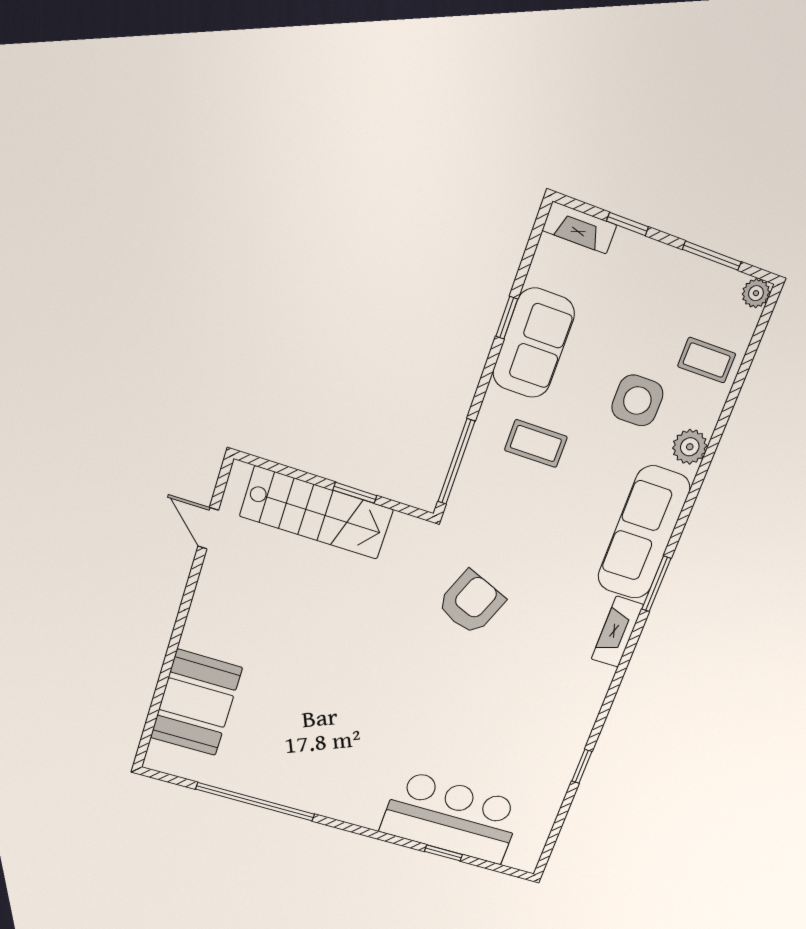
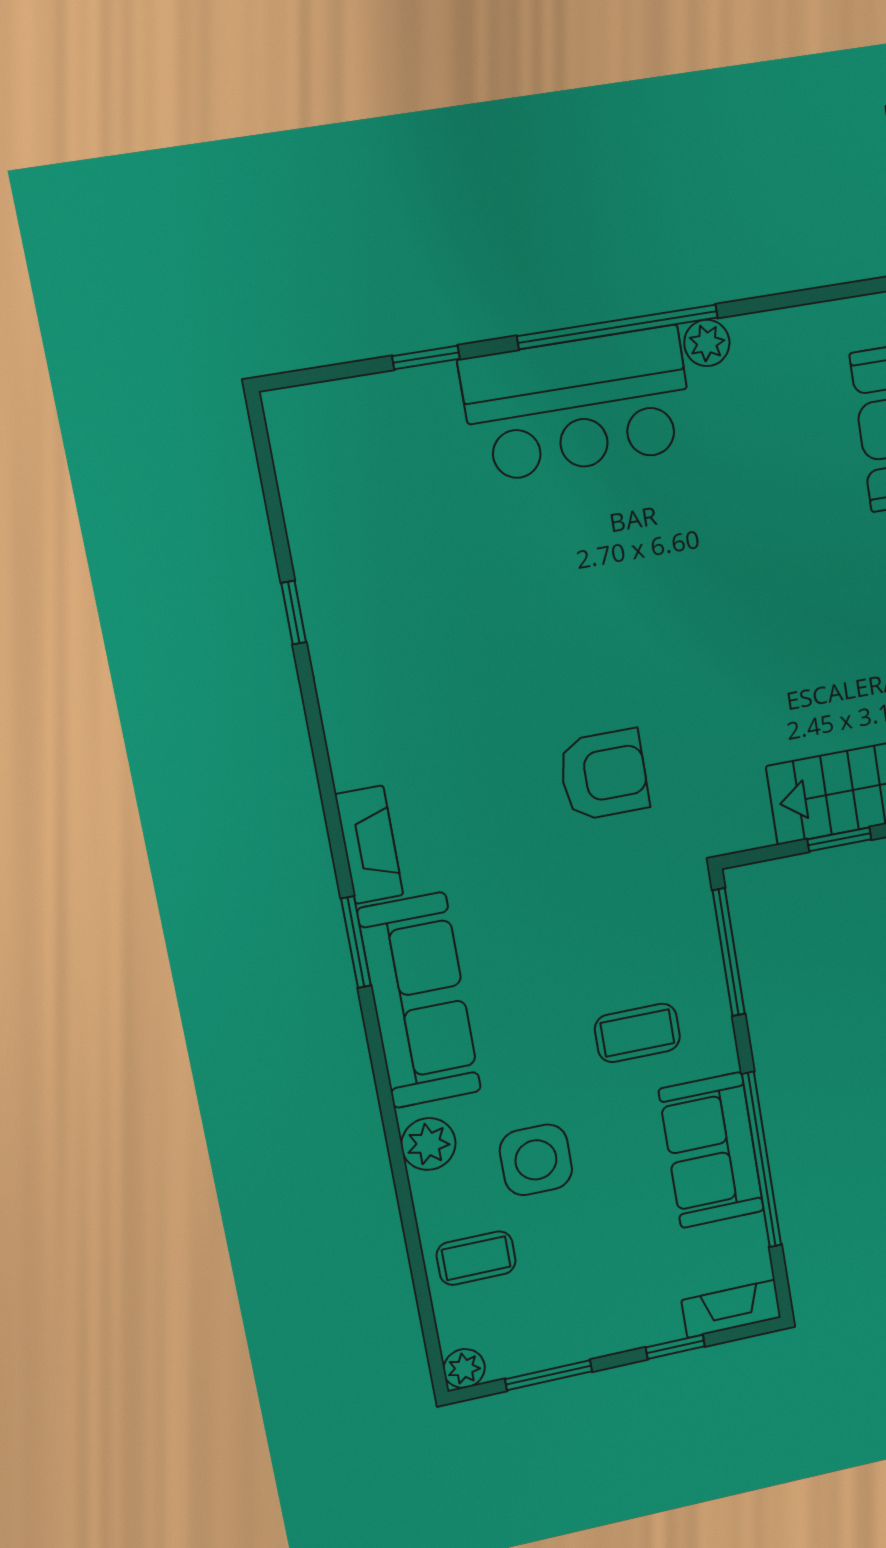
window: (507, 318) -> (762, 1160), width x3.17
armchair: (471, 603) -> (604, 775), turned -112
plant: (293, 795) -> (707, 343), added
window: (255, 802) -> (618, 327), moved
bar counter: (452, 817) -> (578, 404), moved

